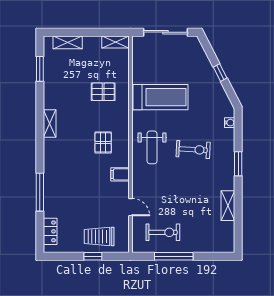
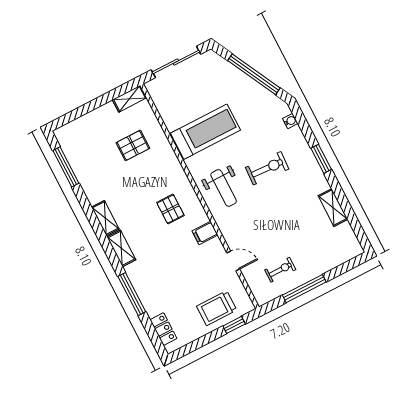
shelving: (68, 42) -> (121, 248), moved, turned 90
window: (40, 69) -> (66, 167), width x1.44
window: (220, 73) -> (254, 74), width x3.17
pallet: (103, 92) -> (133, 145), moved
exercise bike: (163, 232) -> (280, 270), width x0.73, depth x0.72
window: (93, 256) -> (234, 325), moved

